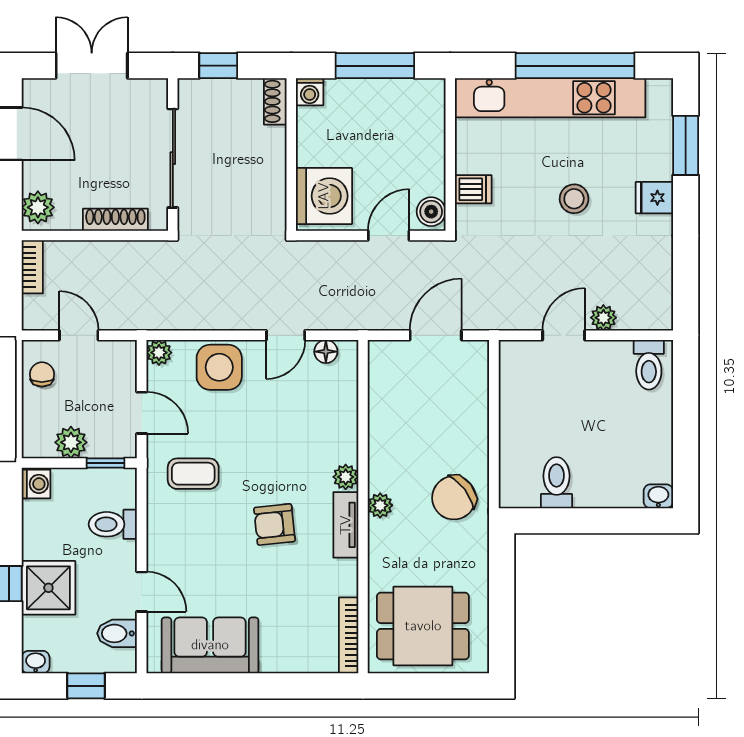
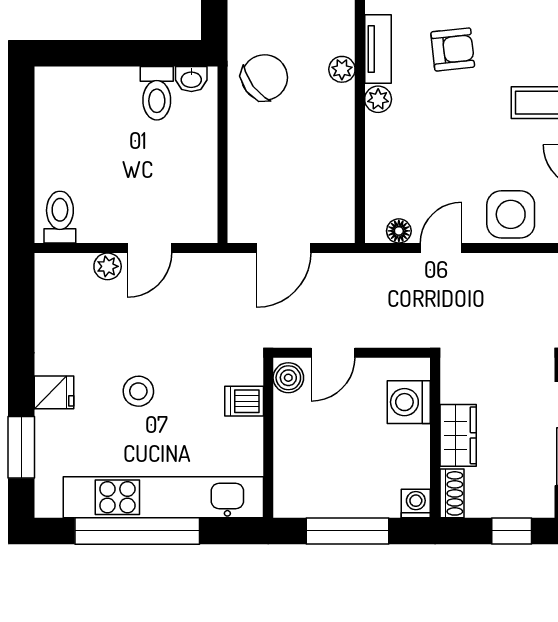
wardrobe: (269, 157) -> (458, 435), added
washing machine: (324, 196) -> (409, 402), width x0.73, depth x0.73
washbasin: (658, 496) -> (191, 79), moved

